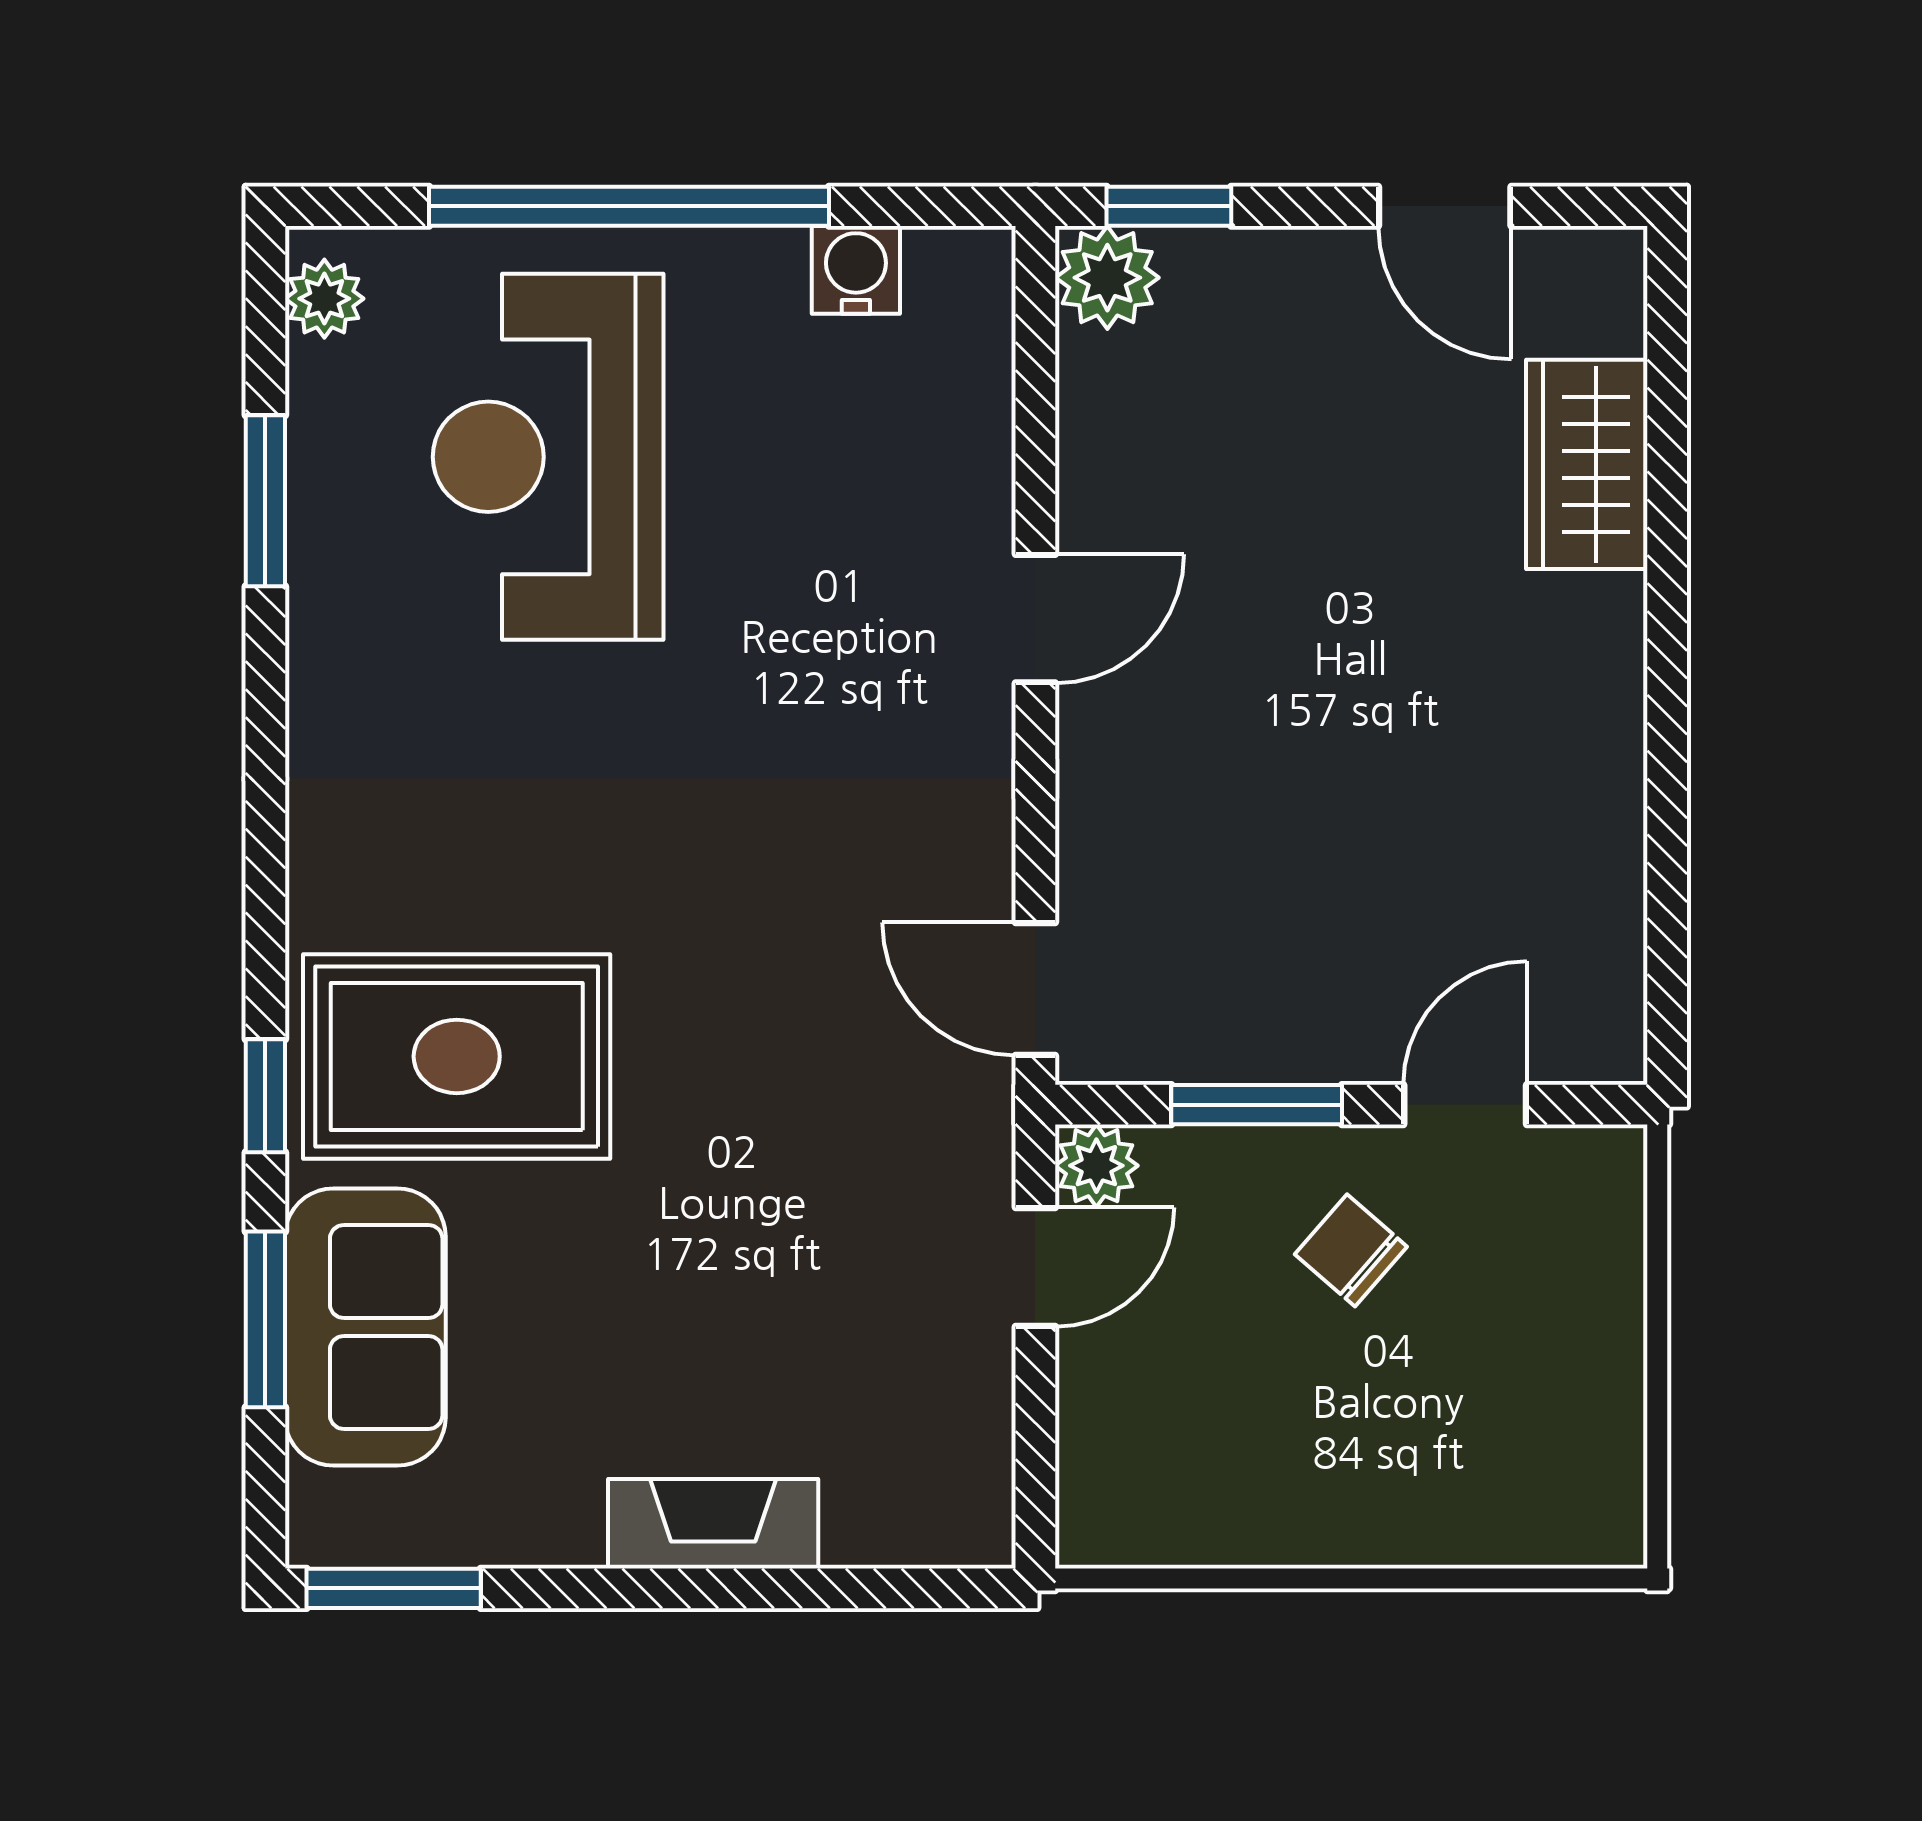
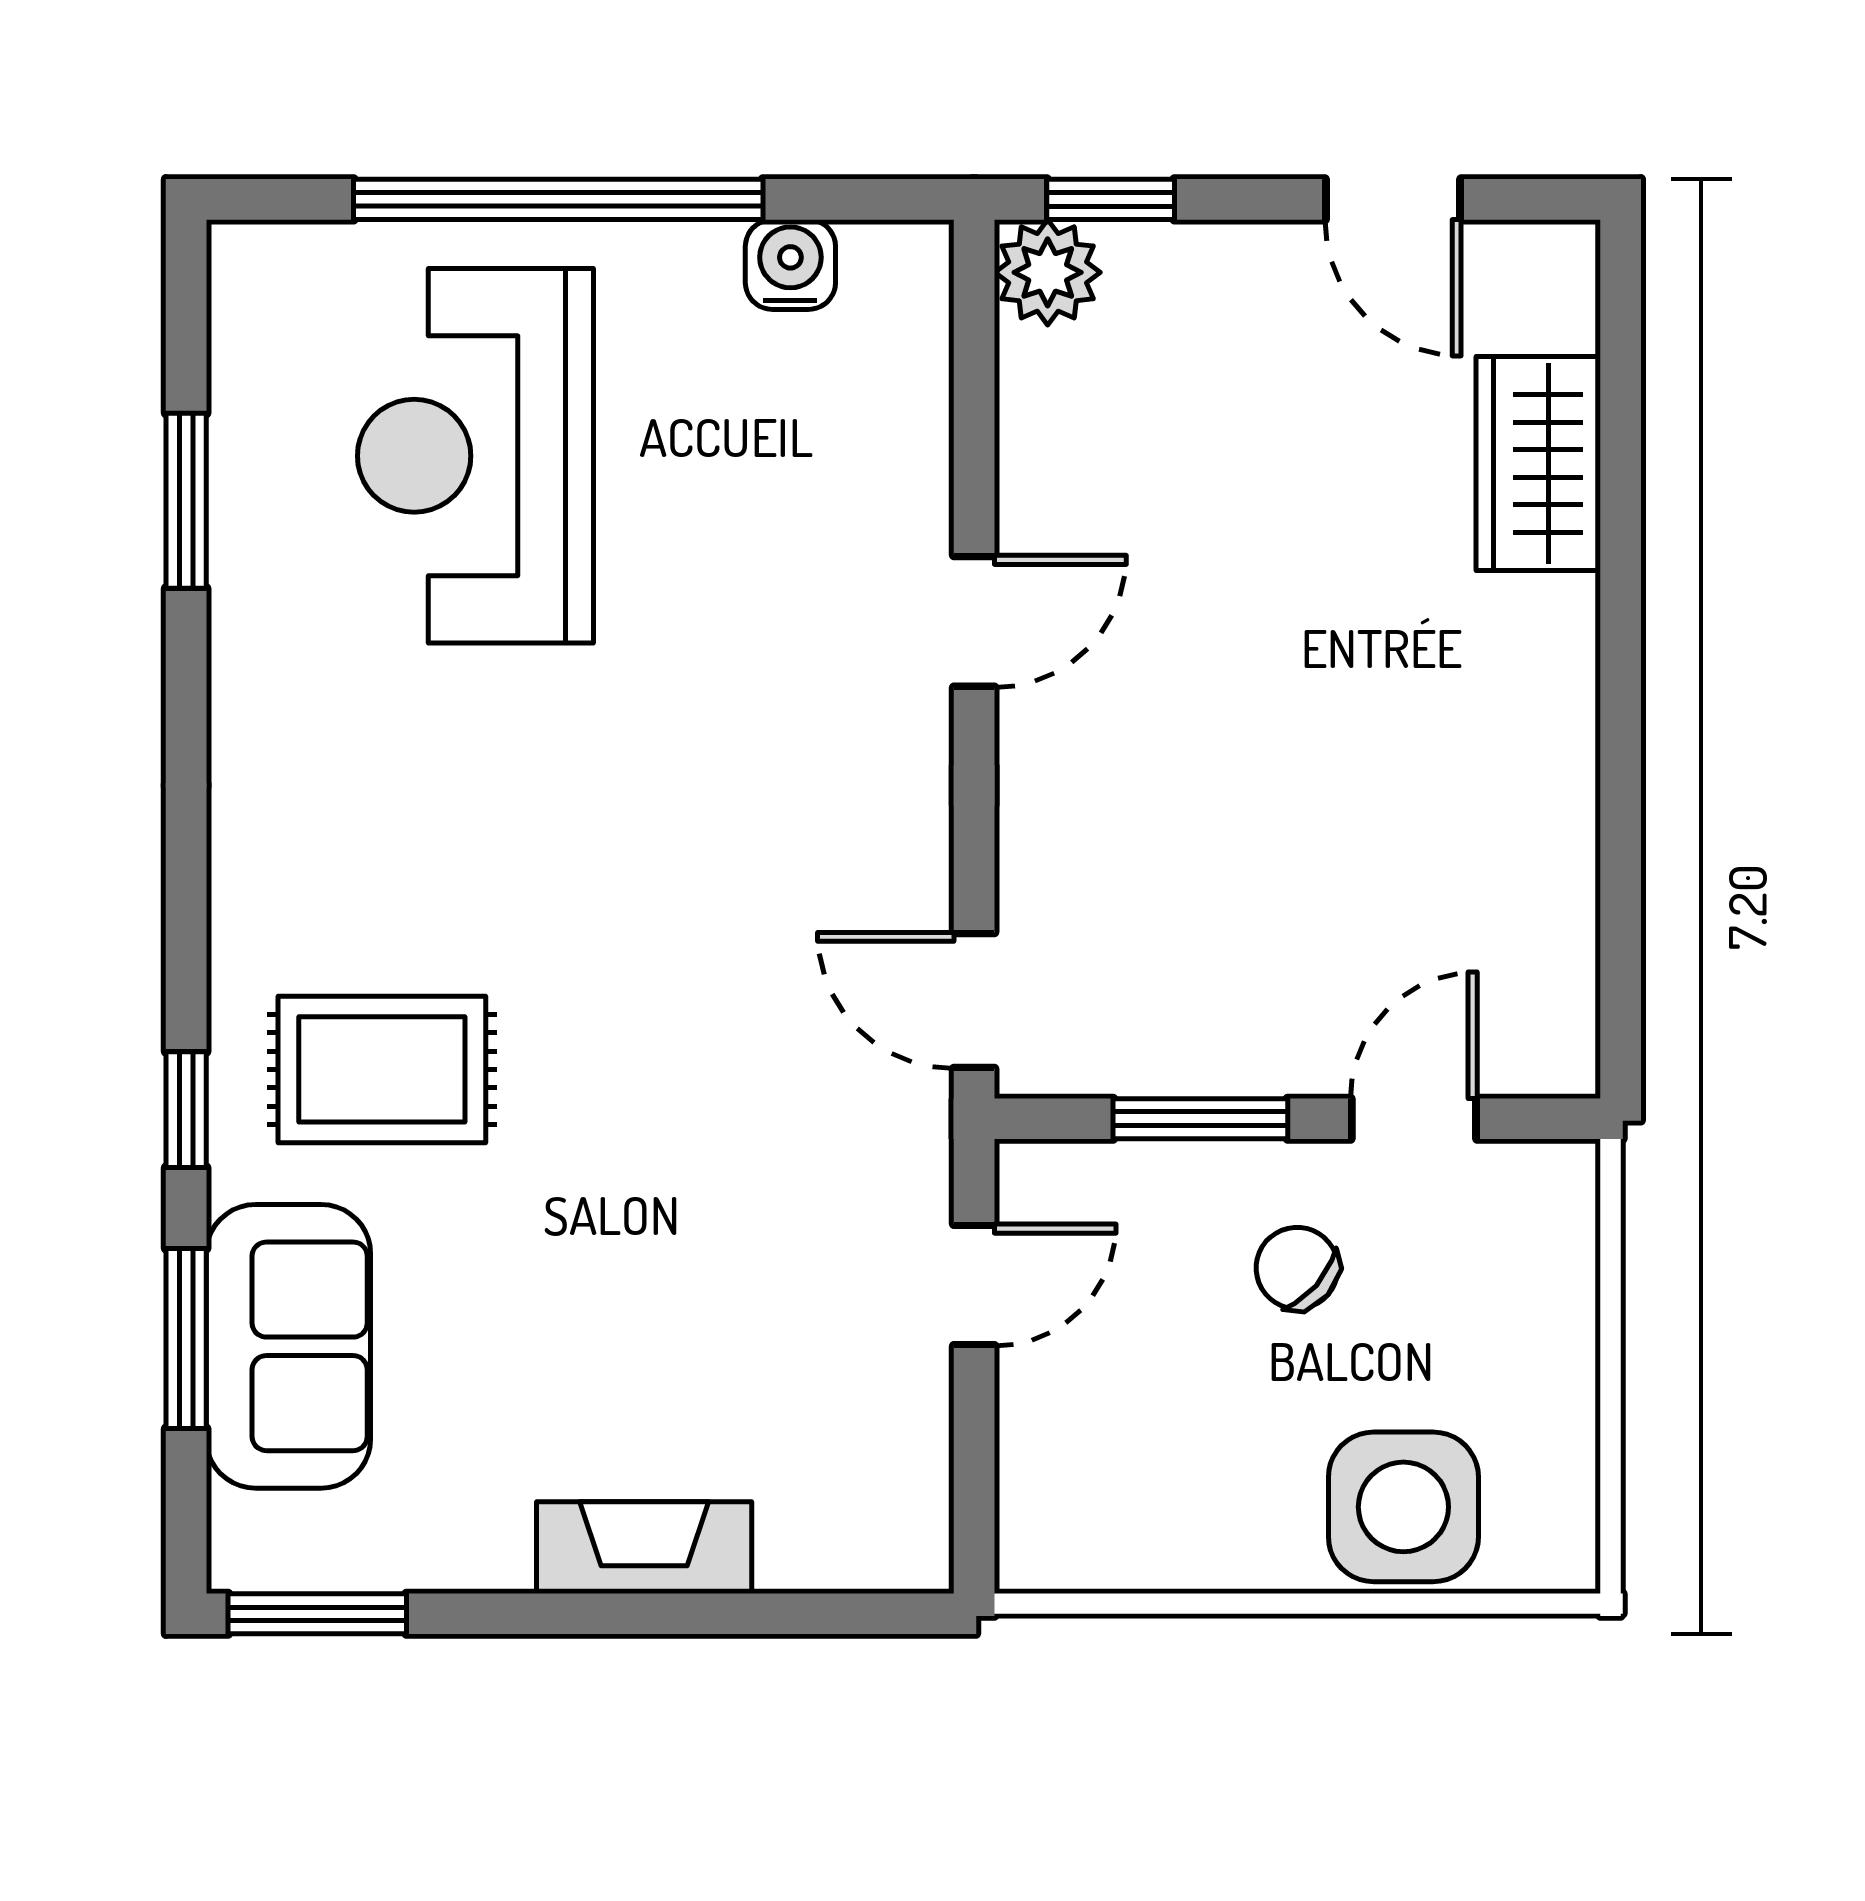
plant: (324, 299) -> (246, 294), removed
rug: (457, 1056) -> (382, 1069), width x0.73, depth x0.70
plant: (1096, 1166) -> (1037, 1181), removed
side table: (1455, 1484) -> (1403, 1507), added

